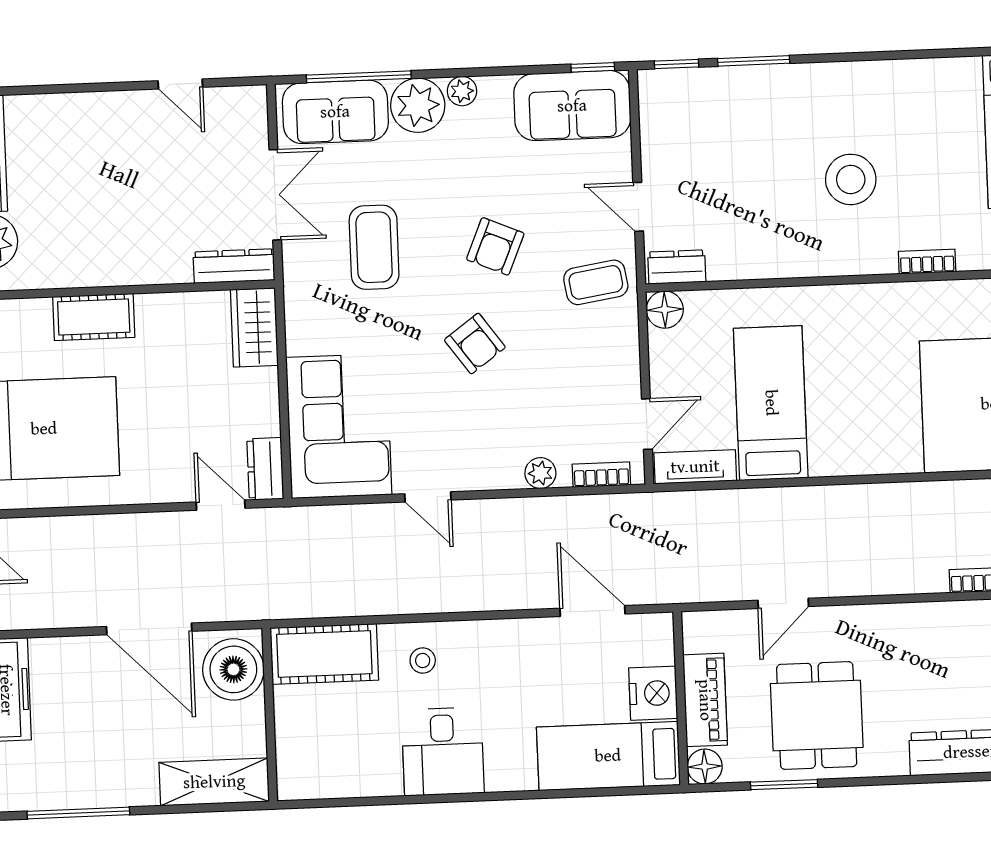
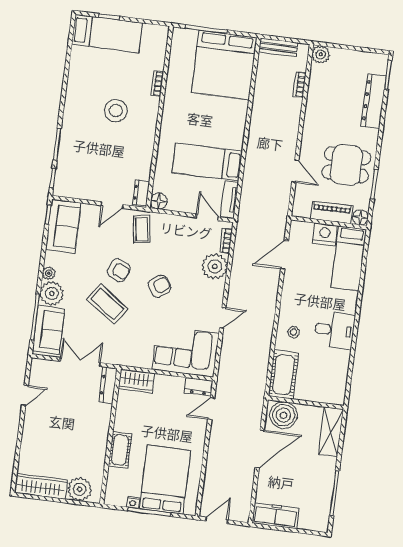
coffee table: (374, 247) -> (107, 304), moved, turned 35
plant: (540, 473) -> (215, 266), width x1.88, depth x1.88

